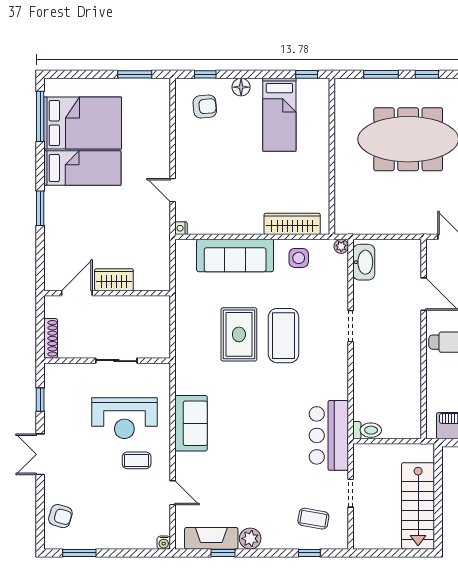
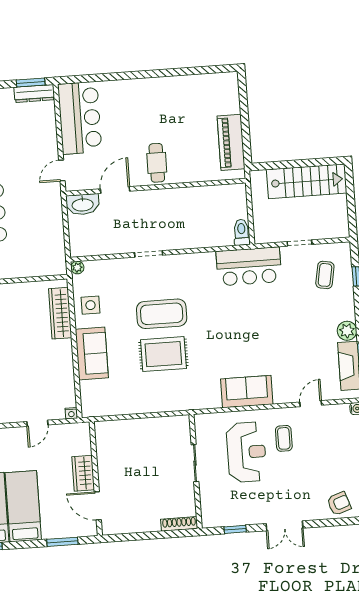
sofa: (235, 256) -> (92, 353), width x0.73
washbasin: (364, 262) -> (83, 204), moved, turned 180
wardrobe: (114, 280) -> (83, 473), moved
door: (77, 293) -> (98, 506), moved
wall: (107, 293) -> (96, 479), moved
armchair: (60, 516) -> (339, 504), turned 55

